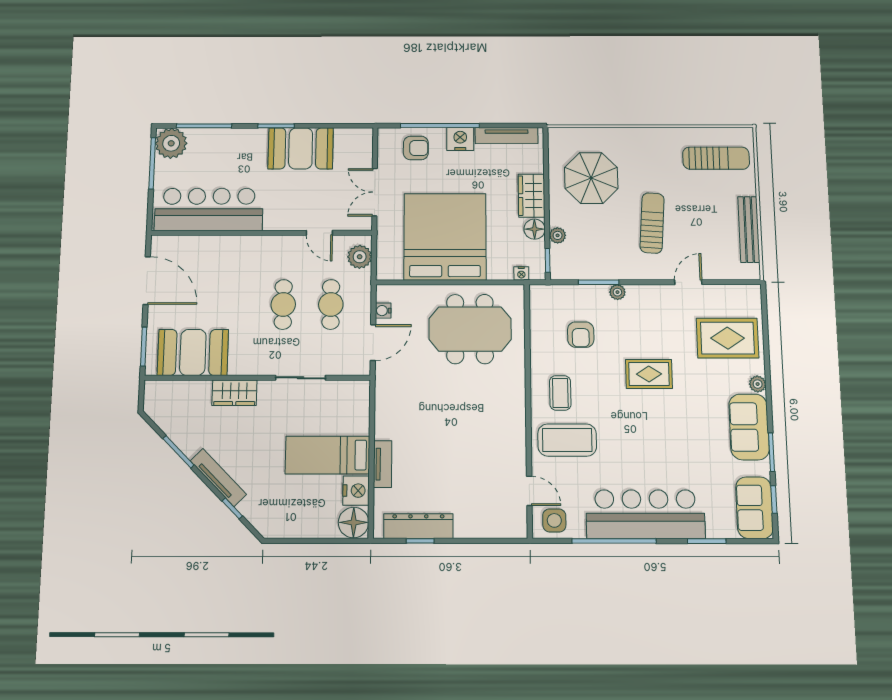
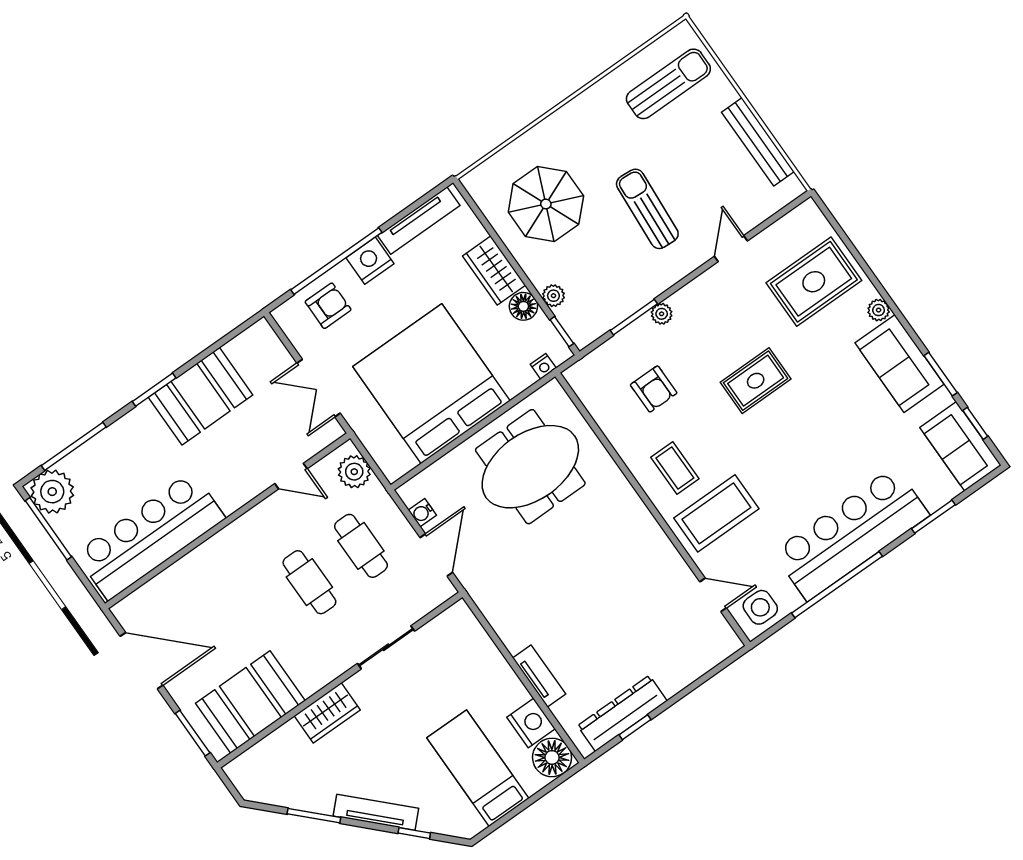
bed: (328, 455) -> (478, 768), moved, turned 90

